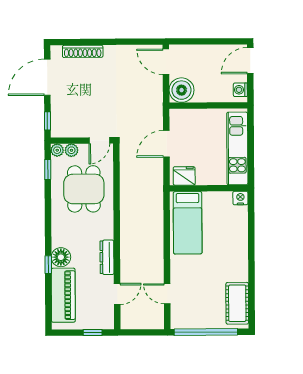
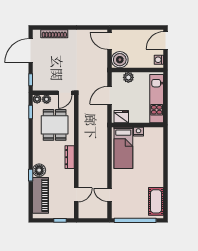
plant: (195, 117) -> (128, 77), added
nightstand: (240, 198) -> (138, 132), moved
dresser: (107, 257) -> (70, 157), moved

